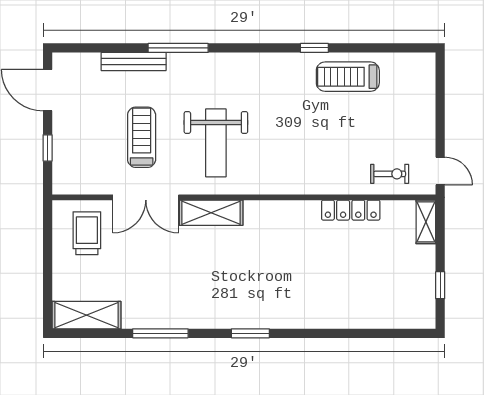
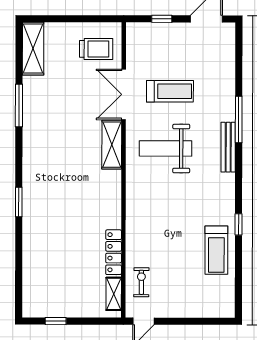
bench: (134, 62) -> (228, 147), moved
treadmill: (348, 77) -> (216, 250), turned 180
exercise bike: (390, 174) -> (141, 282), turned 180
shelving: (426, 222) -> (114, 294), moved, turned 90
window: (250, 333) -> (19, 202), moved

